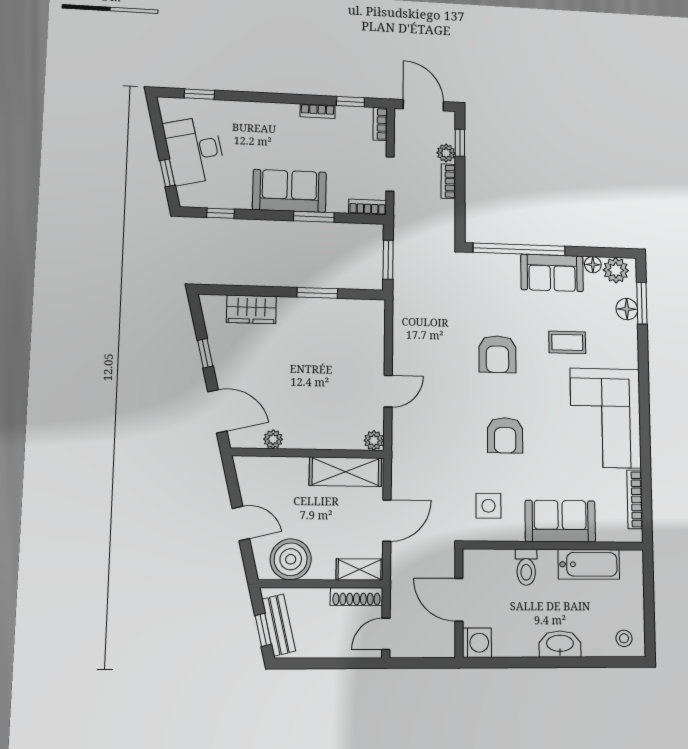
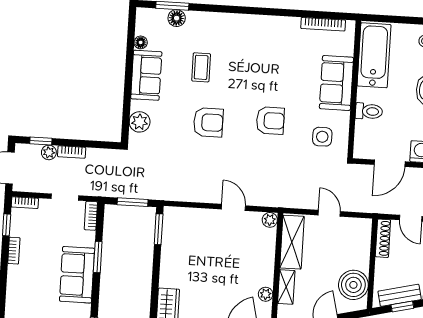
window: (519, 249) -> (127, 100), removed
plant: (616, 270) -> (140, 122), moved
window: (317, 293) -> (159, 229), moved
corner sofa: (606, 418) -> (260, 42), removed
door: (387, 521) -> (329, 213), width x0.73
bathtub: (589, 564) -> (374, 55), width x1.36, depth x1.36
shelving: (360, 569) -> (286, 287), moved

